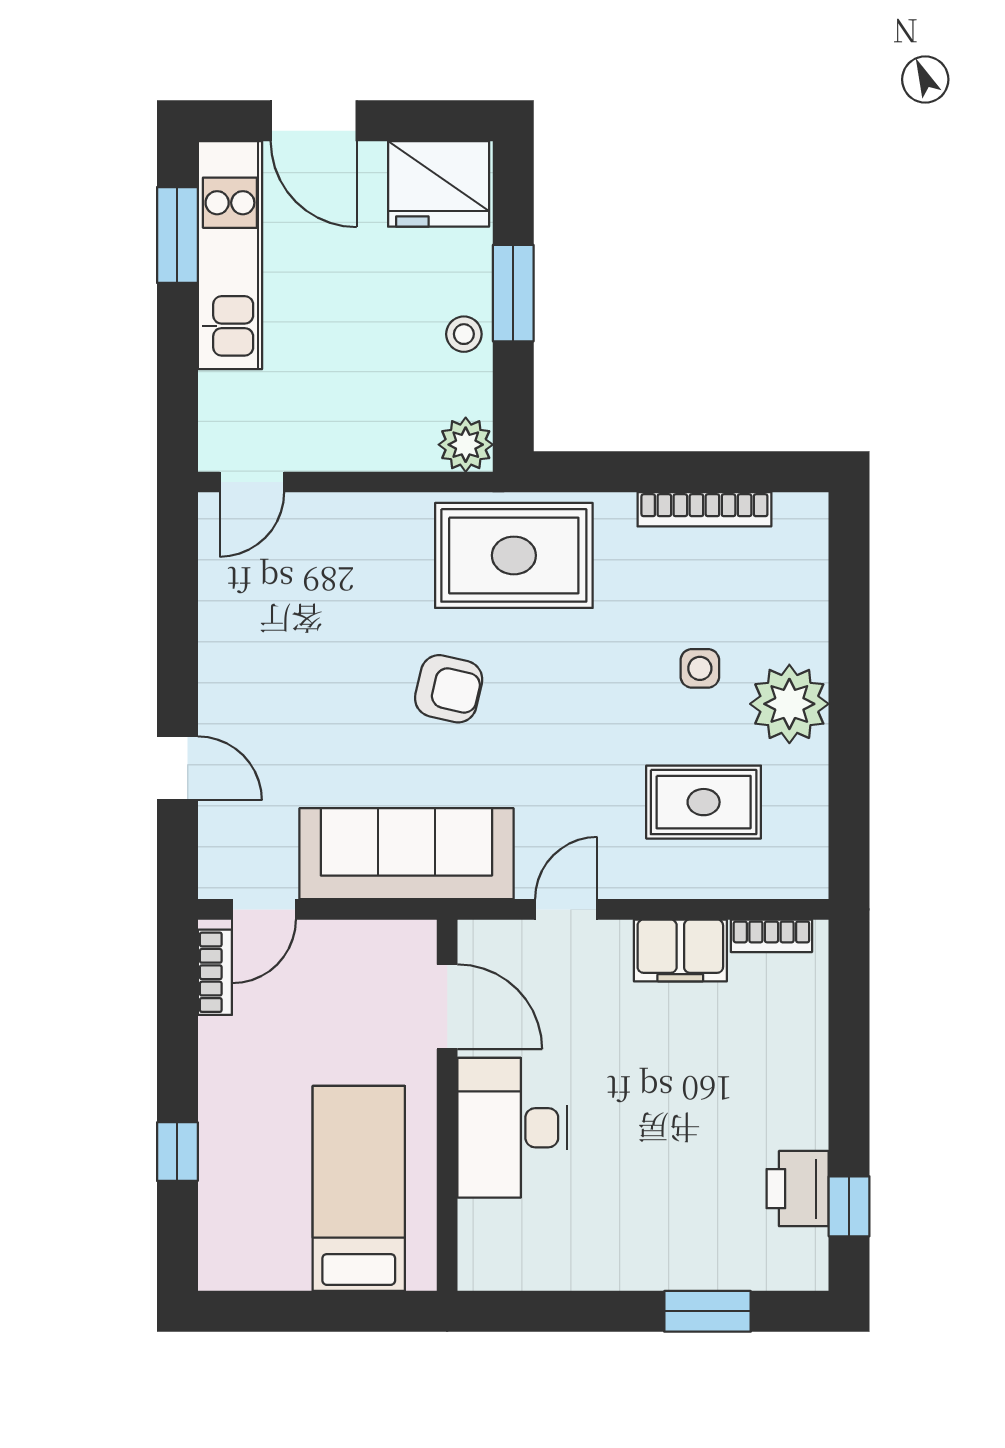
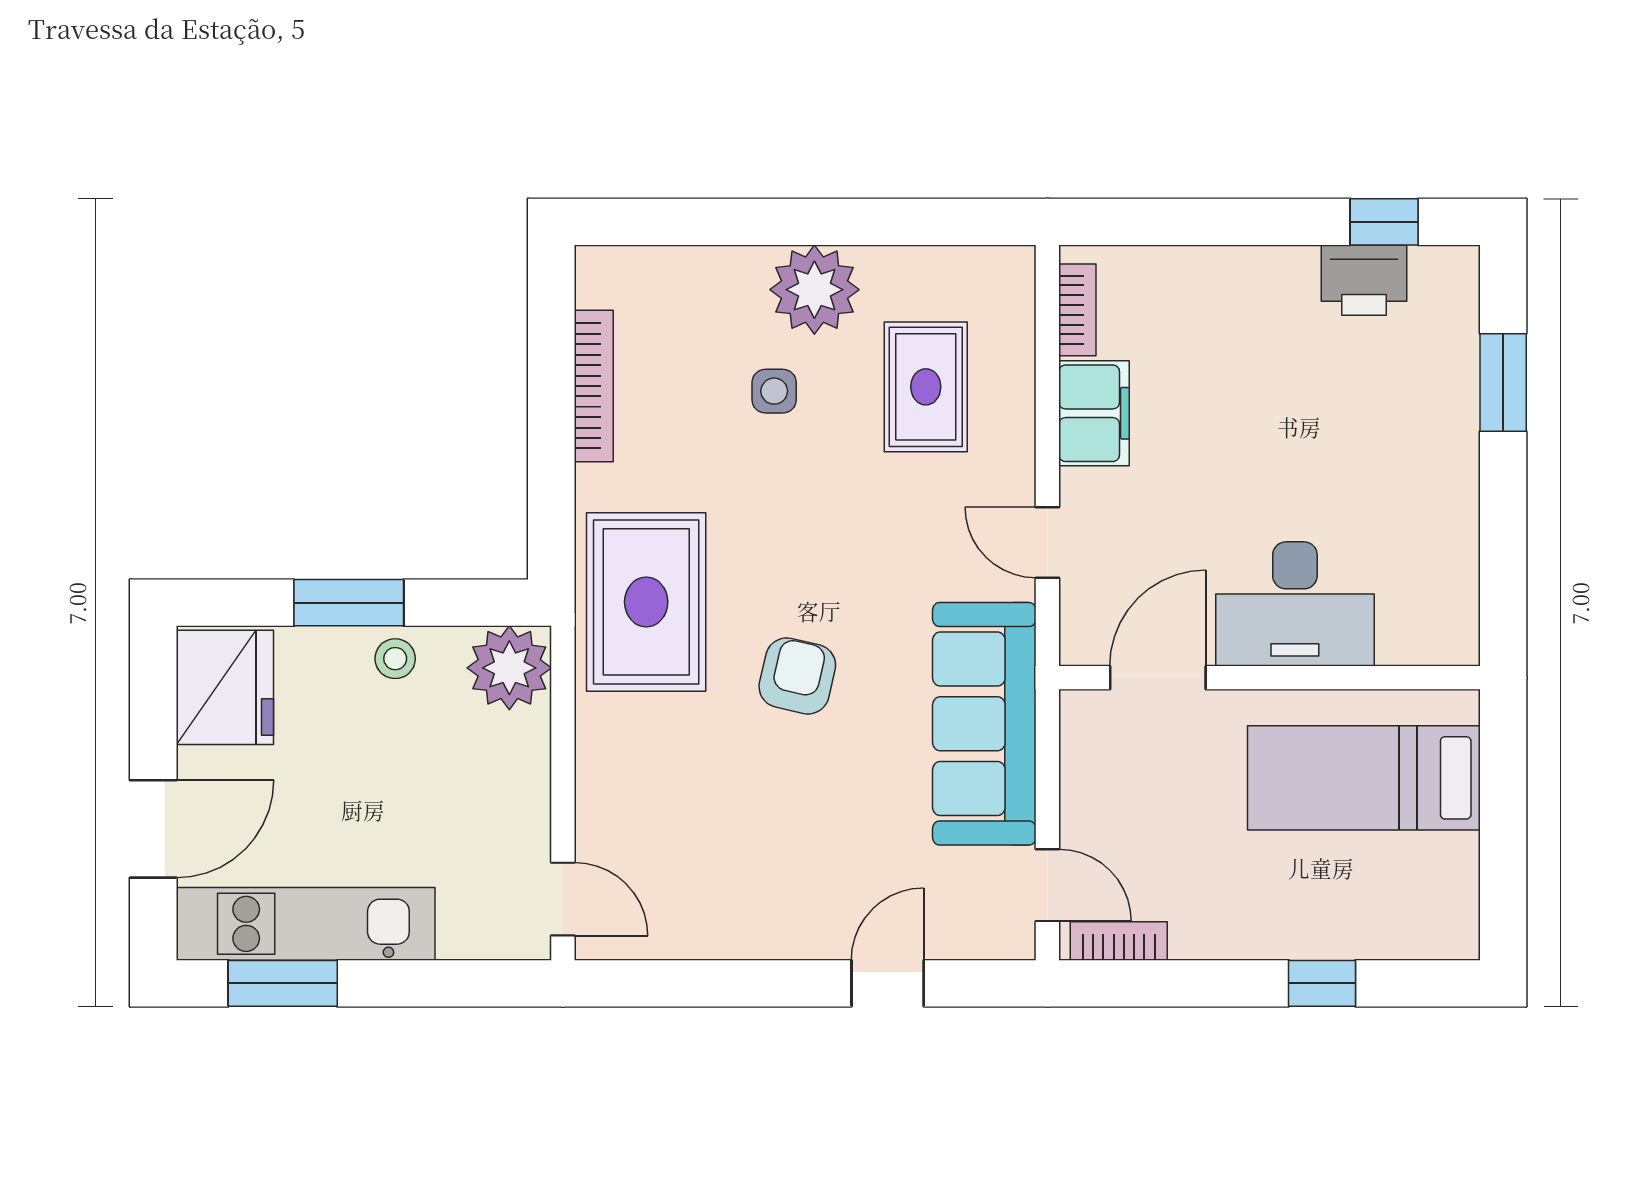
plant: (466, 445) -> (509, 668), width x1.36, depth x1.36

